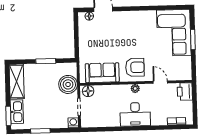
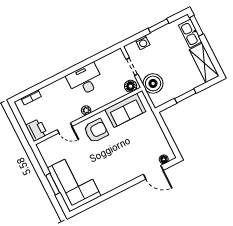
armchair: (135, 67) -> (96, 131), turned 180
desk: (135, 114) -> (85, 80), moved
washing machine: (73, 123) -> (143, 43), moved

